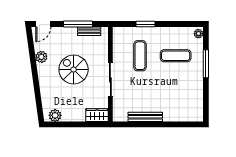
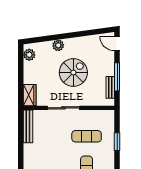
plant: (41, 57) -> (58, 45), moved
bench: (145, 117) -> (28, 126), moved

